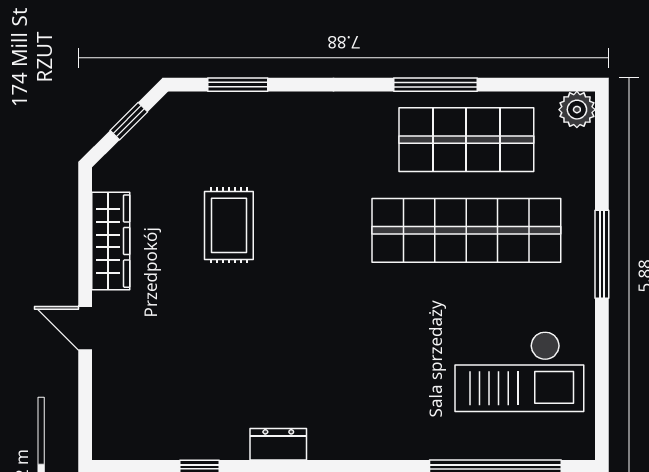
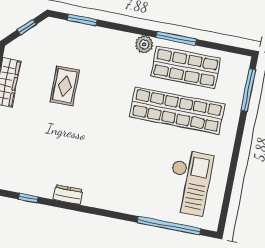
plant: (577, 110) -> (144, 44), moved
window: (602, 254) -> (248, 90), moved
checkout: (519, 371) -> (189, 183), turned -90

